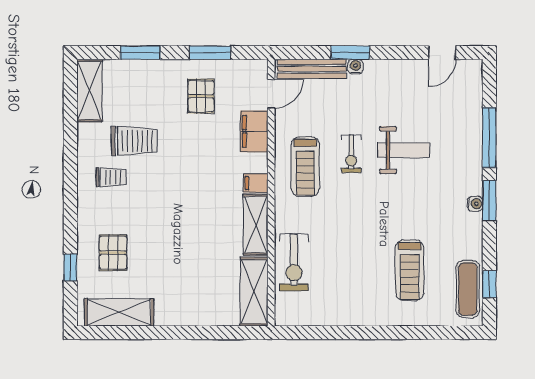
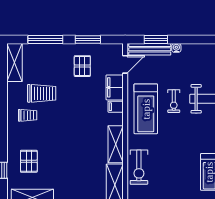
window: (140, 53) -> (45, 40), width x1.44
window: (350, 53) -> (156, 40), moved
treadmill: (305, 167) -> (146, 109), width x1.37, depth x1.38
filing cabinet: (256, 183) -> (116, 107), moved

